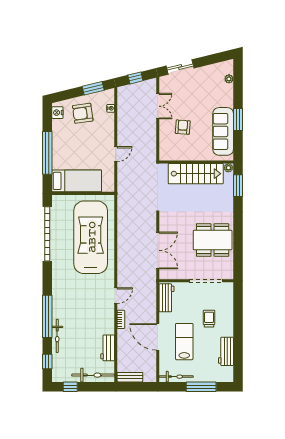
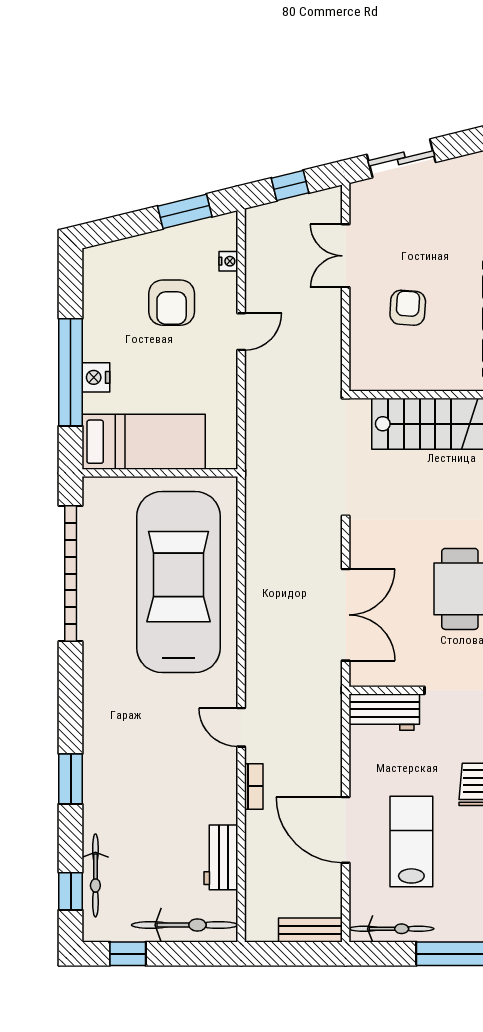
double door: (158, 106) -> (346, 256), swing flipped
nightstand: (57, 113) -> (96, 377), moved
armchair: (83, 113) -> (172, 303), moved, turned -82
door: (116, 154) -> (241, 332), moved
door: (116, 296) -> (241, 727), swing flipped
workbench: (166, 298) -> (384, 712), moved, turned 90
window: (47, 316) -> (71, 779), width x0.47
bicycle: (57, 336) -> (95, 875), moved
bench: (130, 377) -> (310, 930), moved

